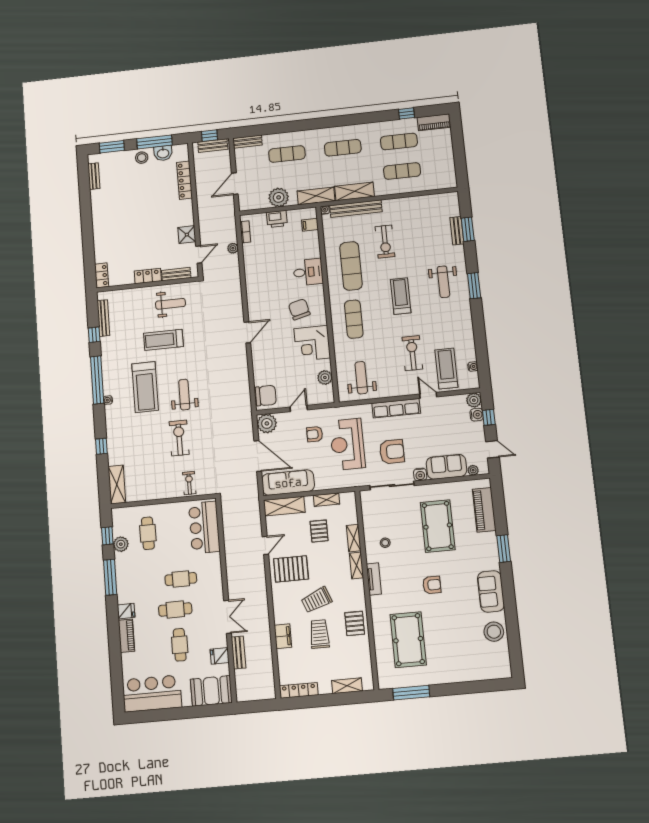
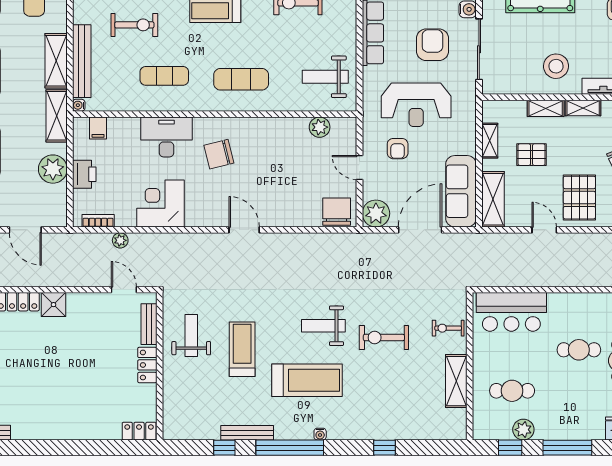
shower: (187, 235) -> (54, 305), moved
exercise mat: (351, 266) -> (164, 76), width x0.73, depth x0.69
desk: (308, 272) -> (166, 137), width x1.37
bench: (103, 318) -> (247, 433), moved
treadmill: (163, 340) -> (242, 349), turned 180
corner desk: (312, 343) -> (160, 203), moved, turned 180
shelving: (117, 484) -> (456, 381), moved, turned 90
stool: (385, 543) -> (556, 66), width x1.89, depth x1.89
cafe table: (181, 579) -> (579, 350), turned 90

